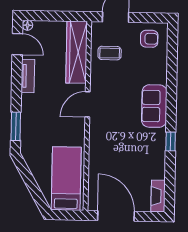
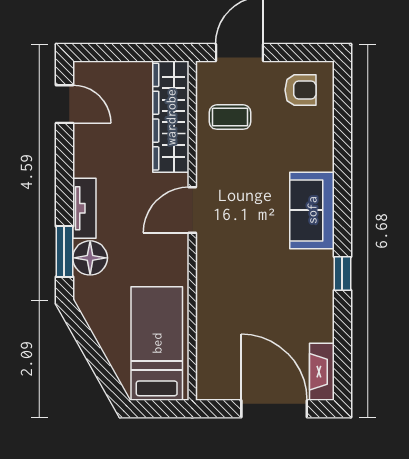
floor lamp: (27, 25) -> (90, 258), moved, width x1.89, depth x1.89
tv unit: (28, 76) -> (84, 208), moved
door: (116, 216) -> (274, 409), moved

